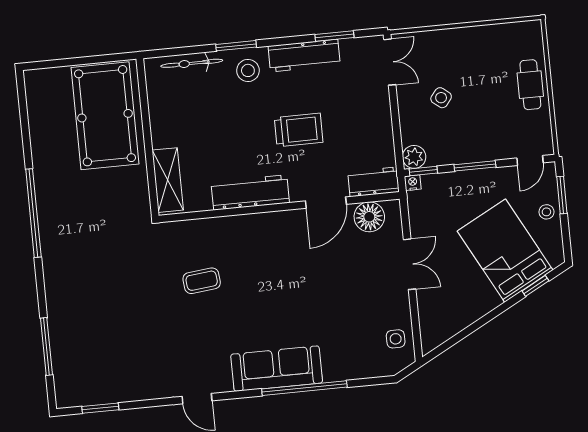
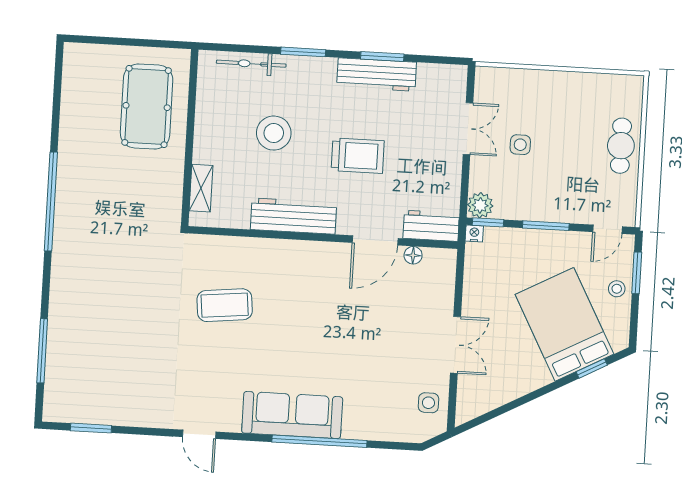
window: (334, 36) -> (382, 57), moved
double door: (390, 62) -> (468, 129), moved
stool: (248, 70) -> (274, 133), moved, width x1.38, depth x1.38
side table: (441, 98) -> (520, 145), turned -38
pool table: (105, 116) -> (147, 107), width x0.73, depth x0.76
shelving: (168, 180) -> (201, 188), width x0.67, depth x0.75
floor lamp: (369, 217) -> (413, 255), width x0.53, depth x0.53
double door: (410, 264) -> (456, 345), moved
coffee table: (202, 281) -> (225, 305), width x1.36, depth x1.30

